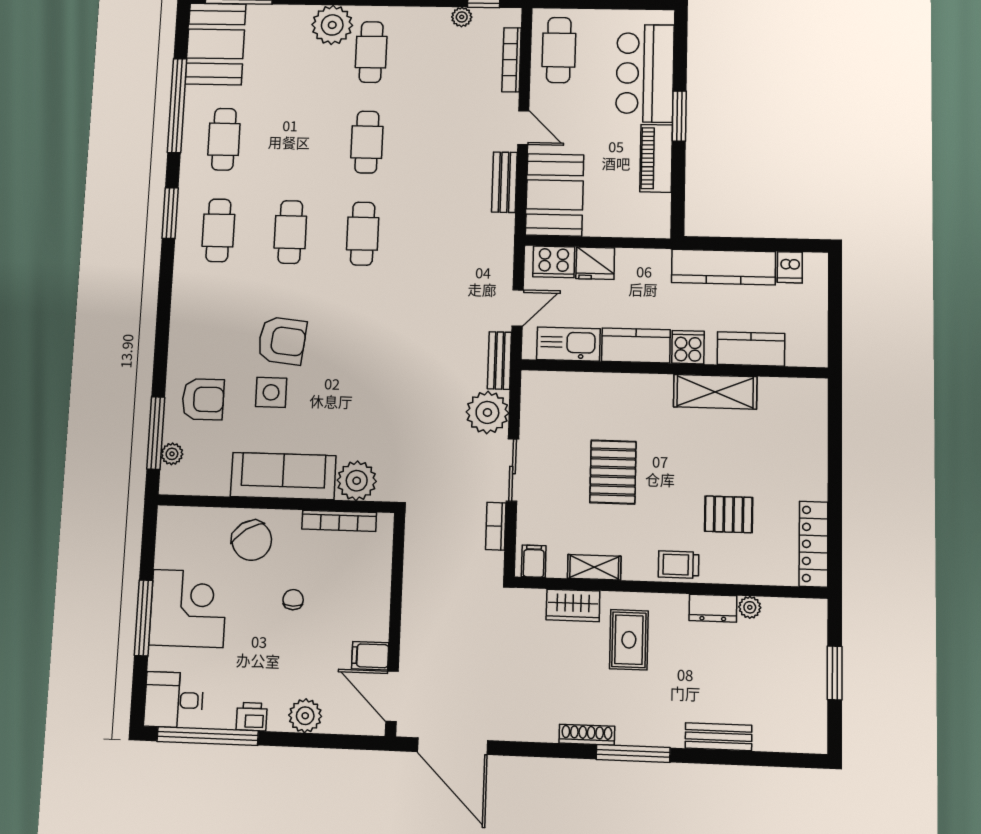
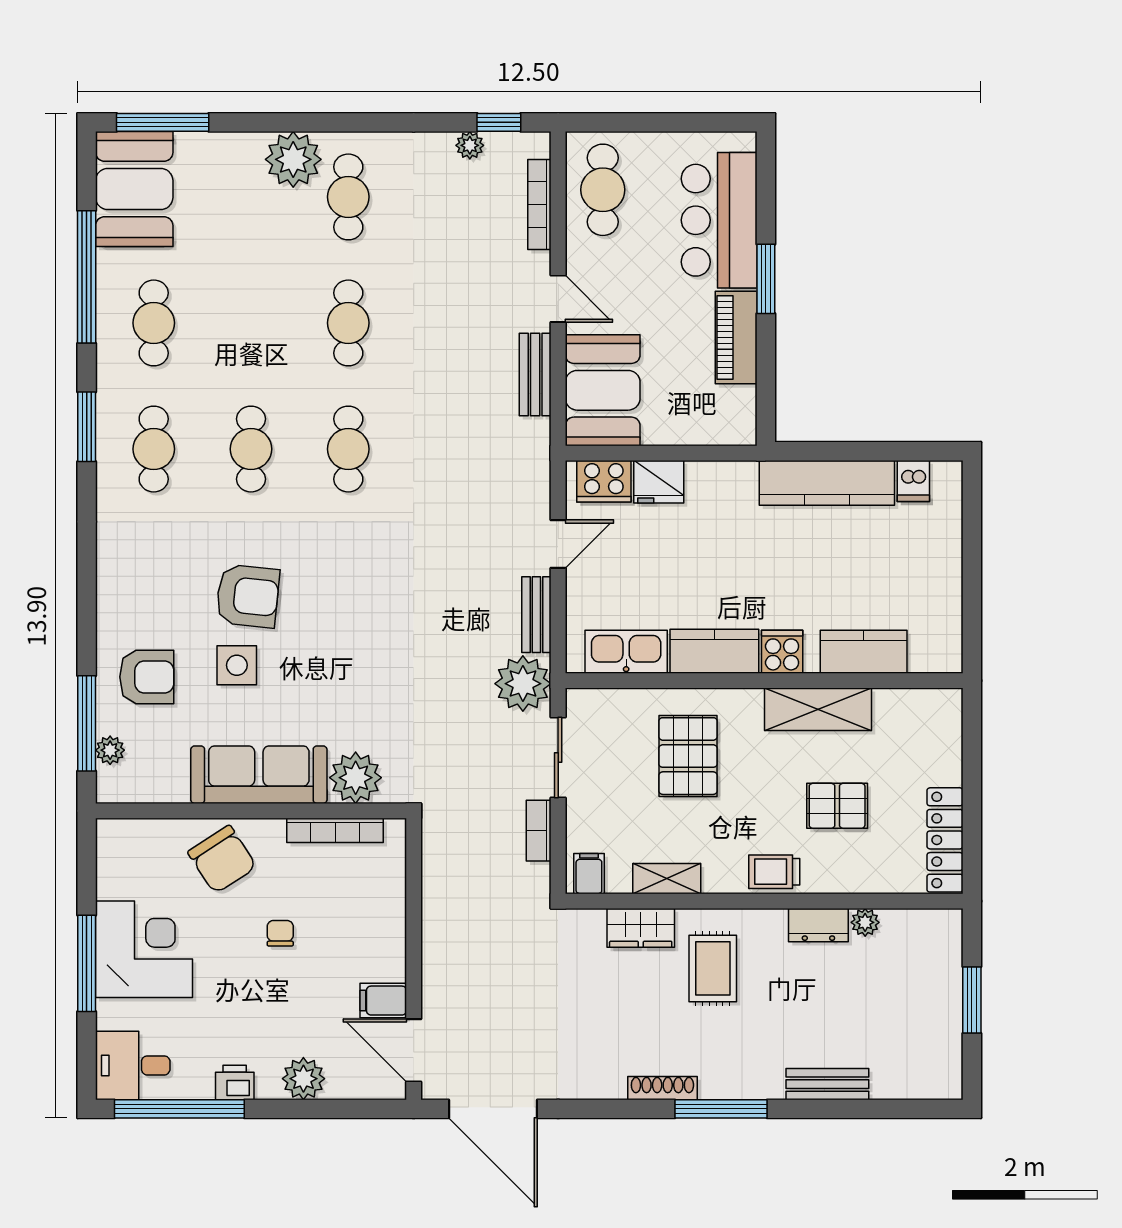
kitchen sink: (568, 344) -> (626, 652), moved
kitchen counter: (636, 345) -> (714, 651), moved
cooker: (688, 347) -> (782, 652), moved
kitchen counter: (751, 349) -> (864, 652), moved
wall: (674, 369) -> (764, 681), moved
shelving: (715, 392) -> (818, 709), moved

